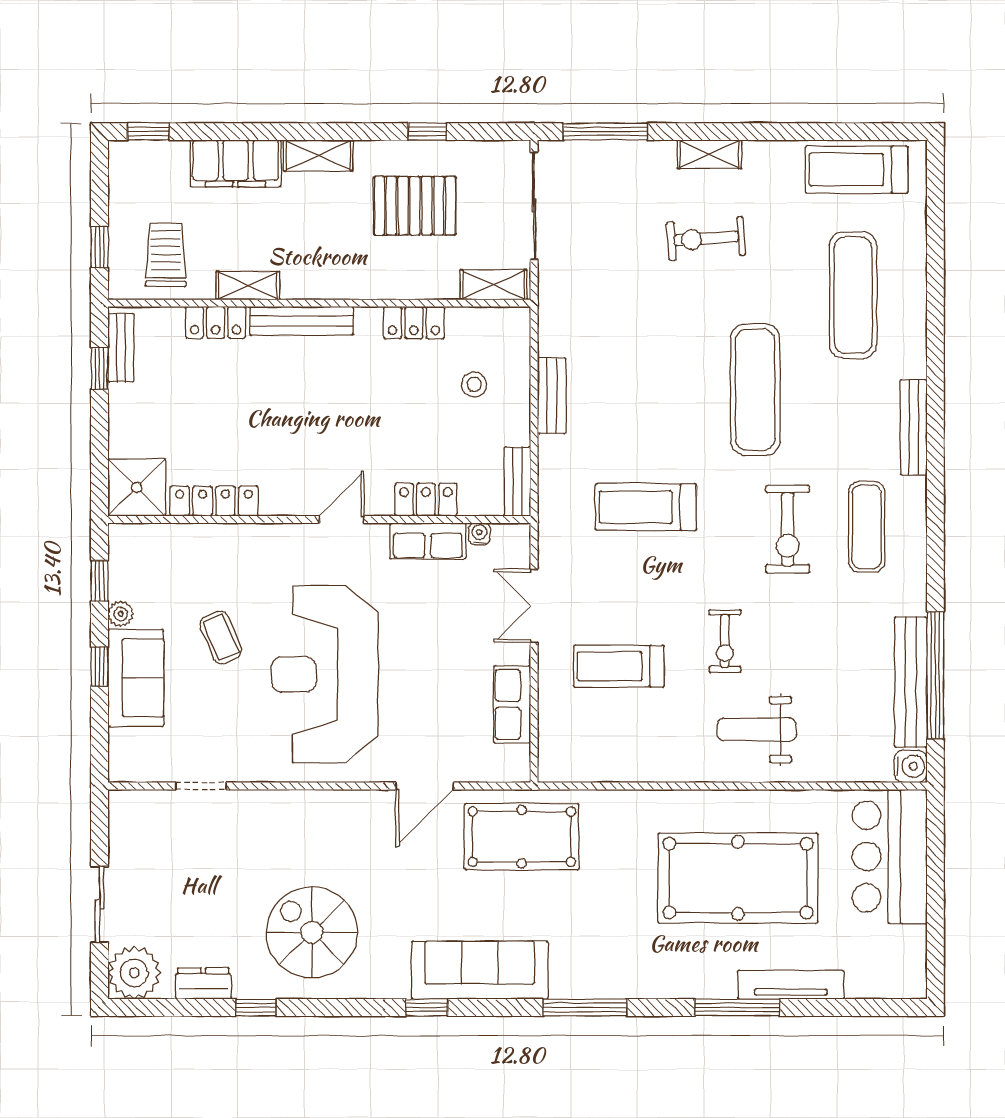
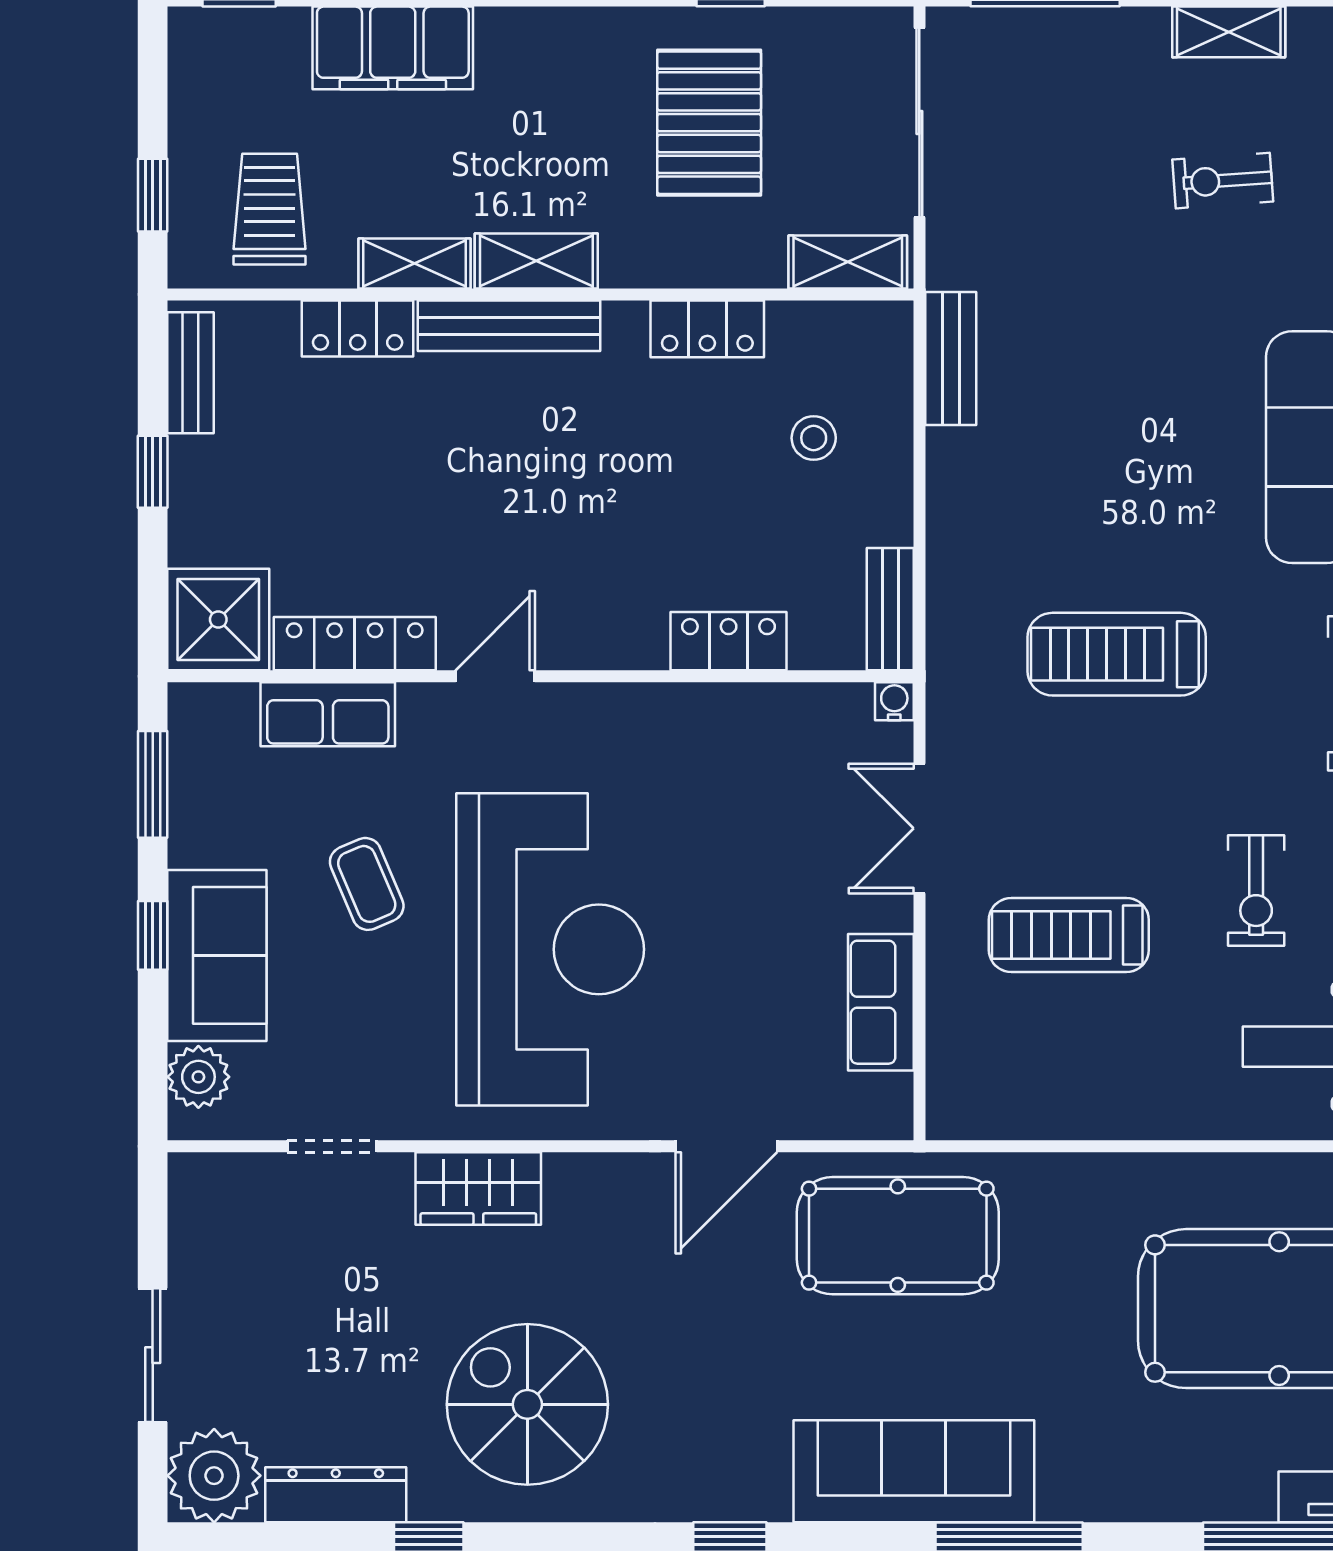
shelving: (318, 156) -> (536, 261), moved
pallet: (415, 206) -> (709, 123), turned 90
exercise bike: (706, 239) -> (1223, 181), width x0.73, depth x0.72
window: (99, 368) -> (153, 472), moved
bench: (552, 396) -> (951, 358), moved
door: (342, 520) -> (495, 676), moved
water cooler: (479, 534) -> (894, 701), moved
row of seats: (428, 541) -> (328, 714), moved
window: (99, 581) -> (153, 784), width x1.50
plant: (121, 614) -> (198, 1077), moved, width x1.38, depth x1.38
reception desk: (325, 674) -> (550, 949), turned 180
wardrobe: (284, 810) -> (478, 1188), added
sofa: (480, 970) -> (914, 1471), moved
dresser: (203, 984) -> (336, 1495), width x1.44

